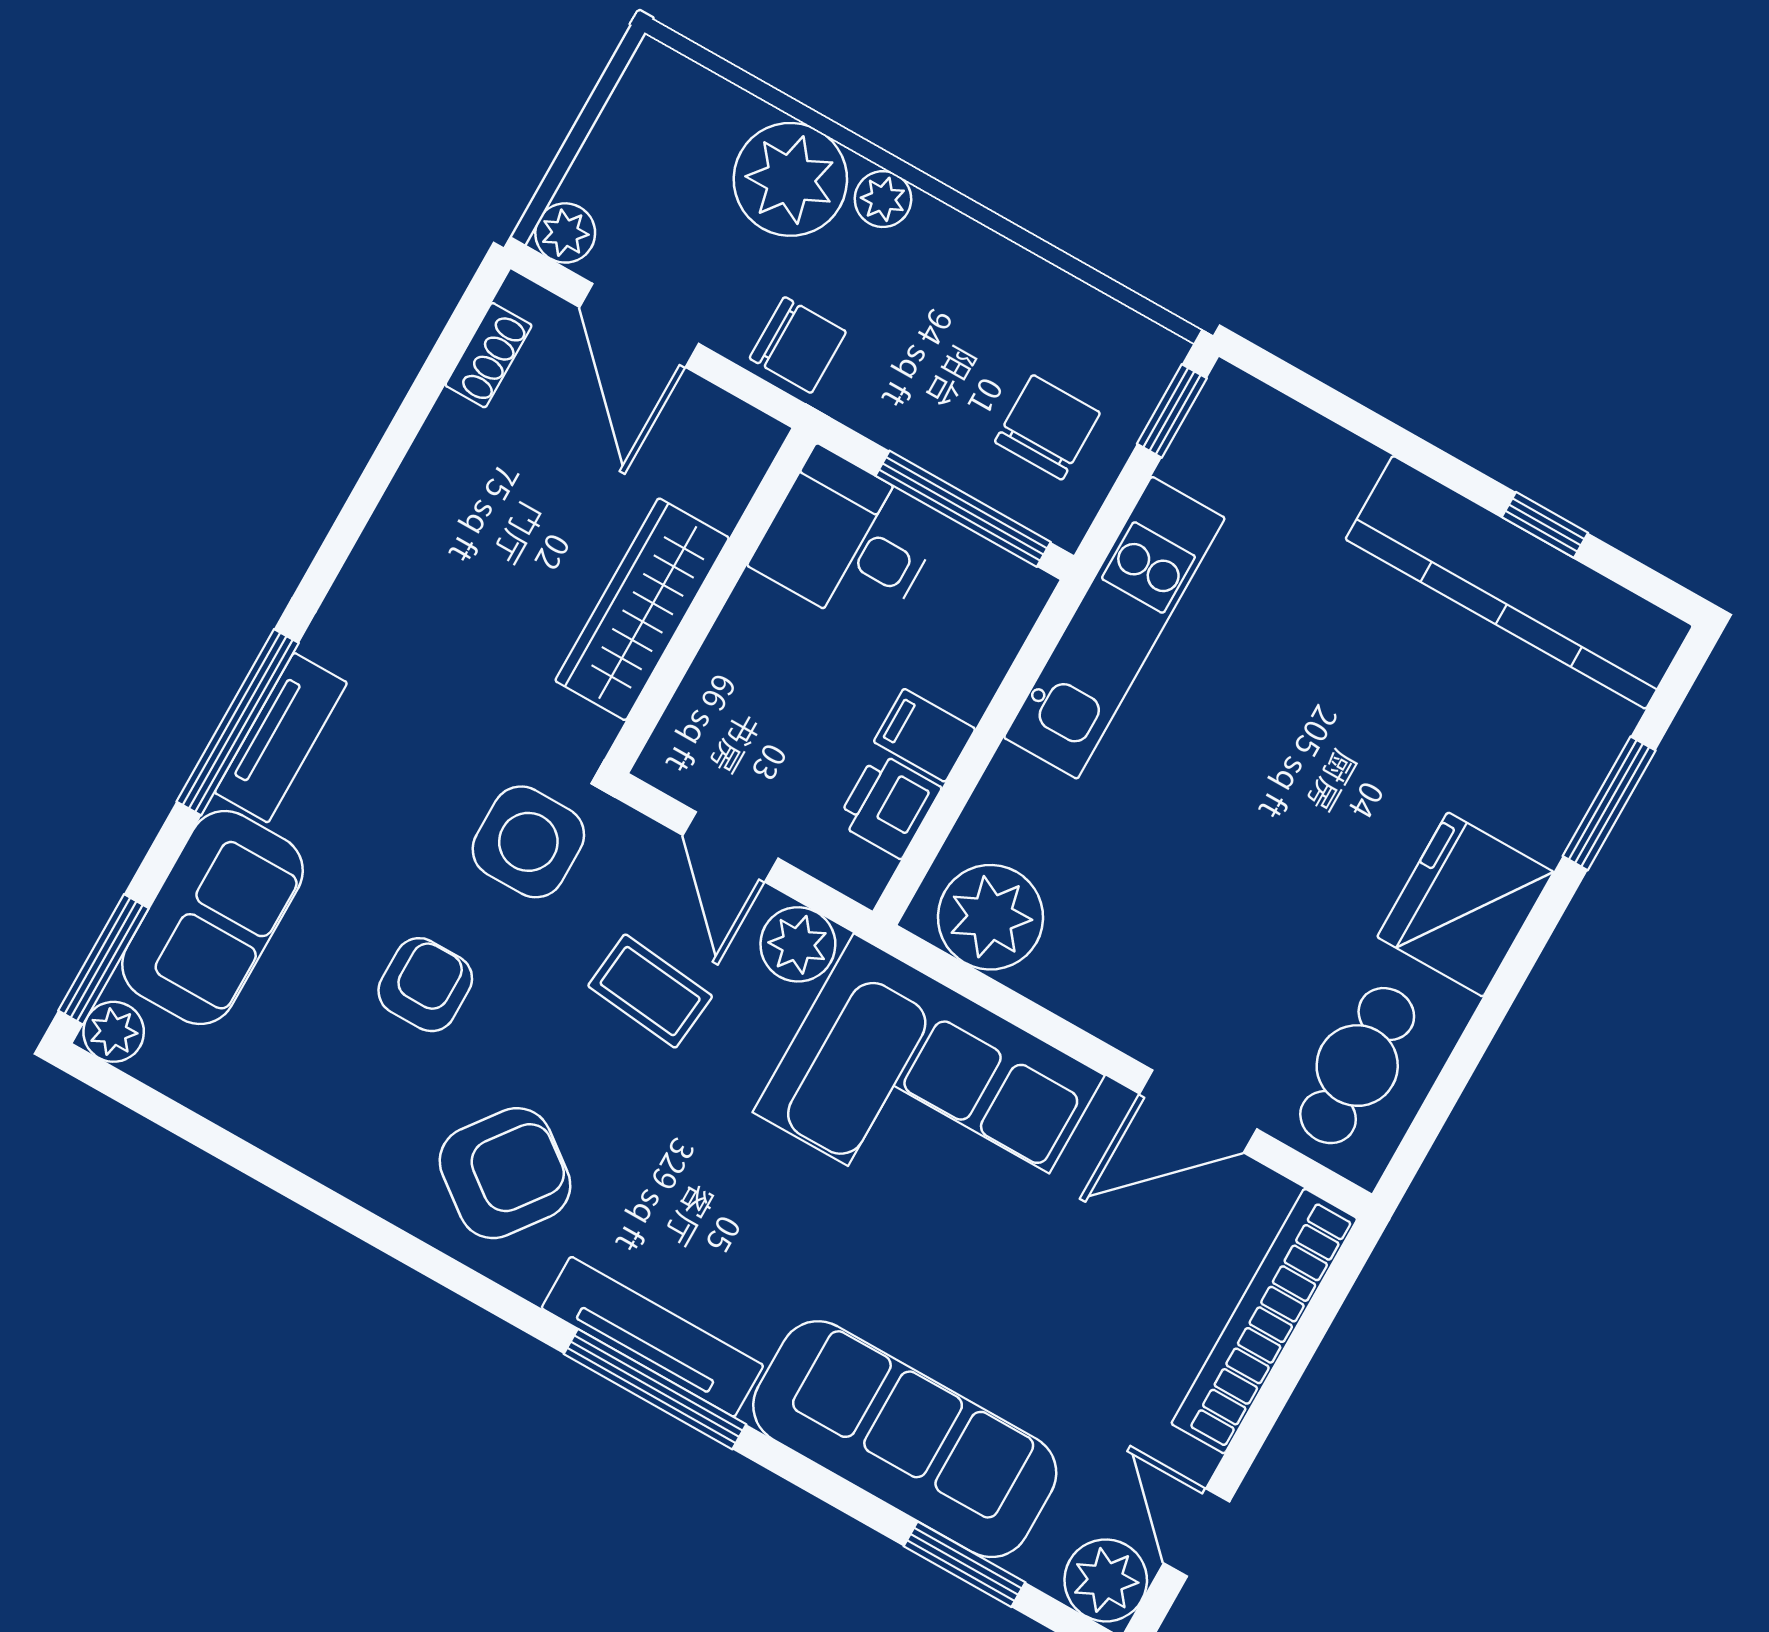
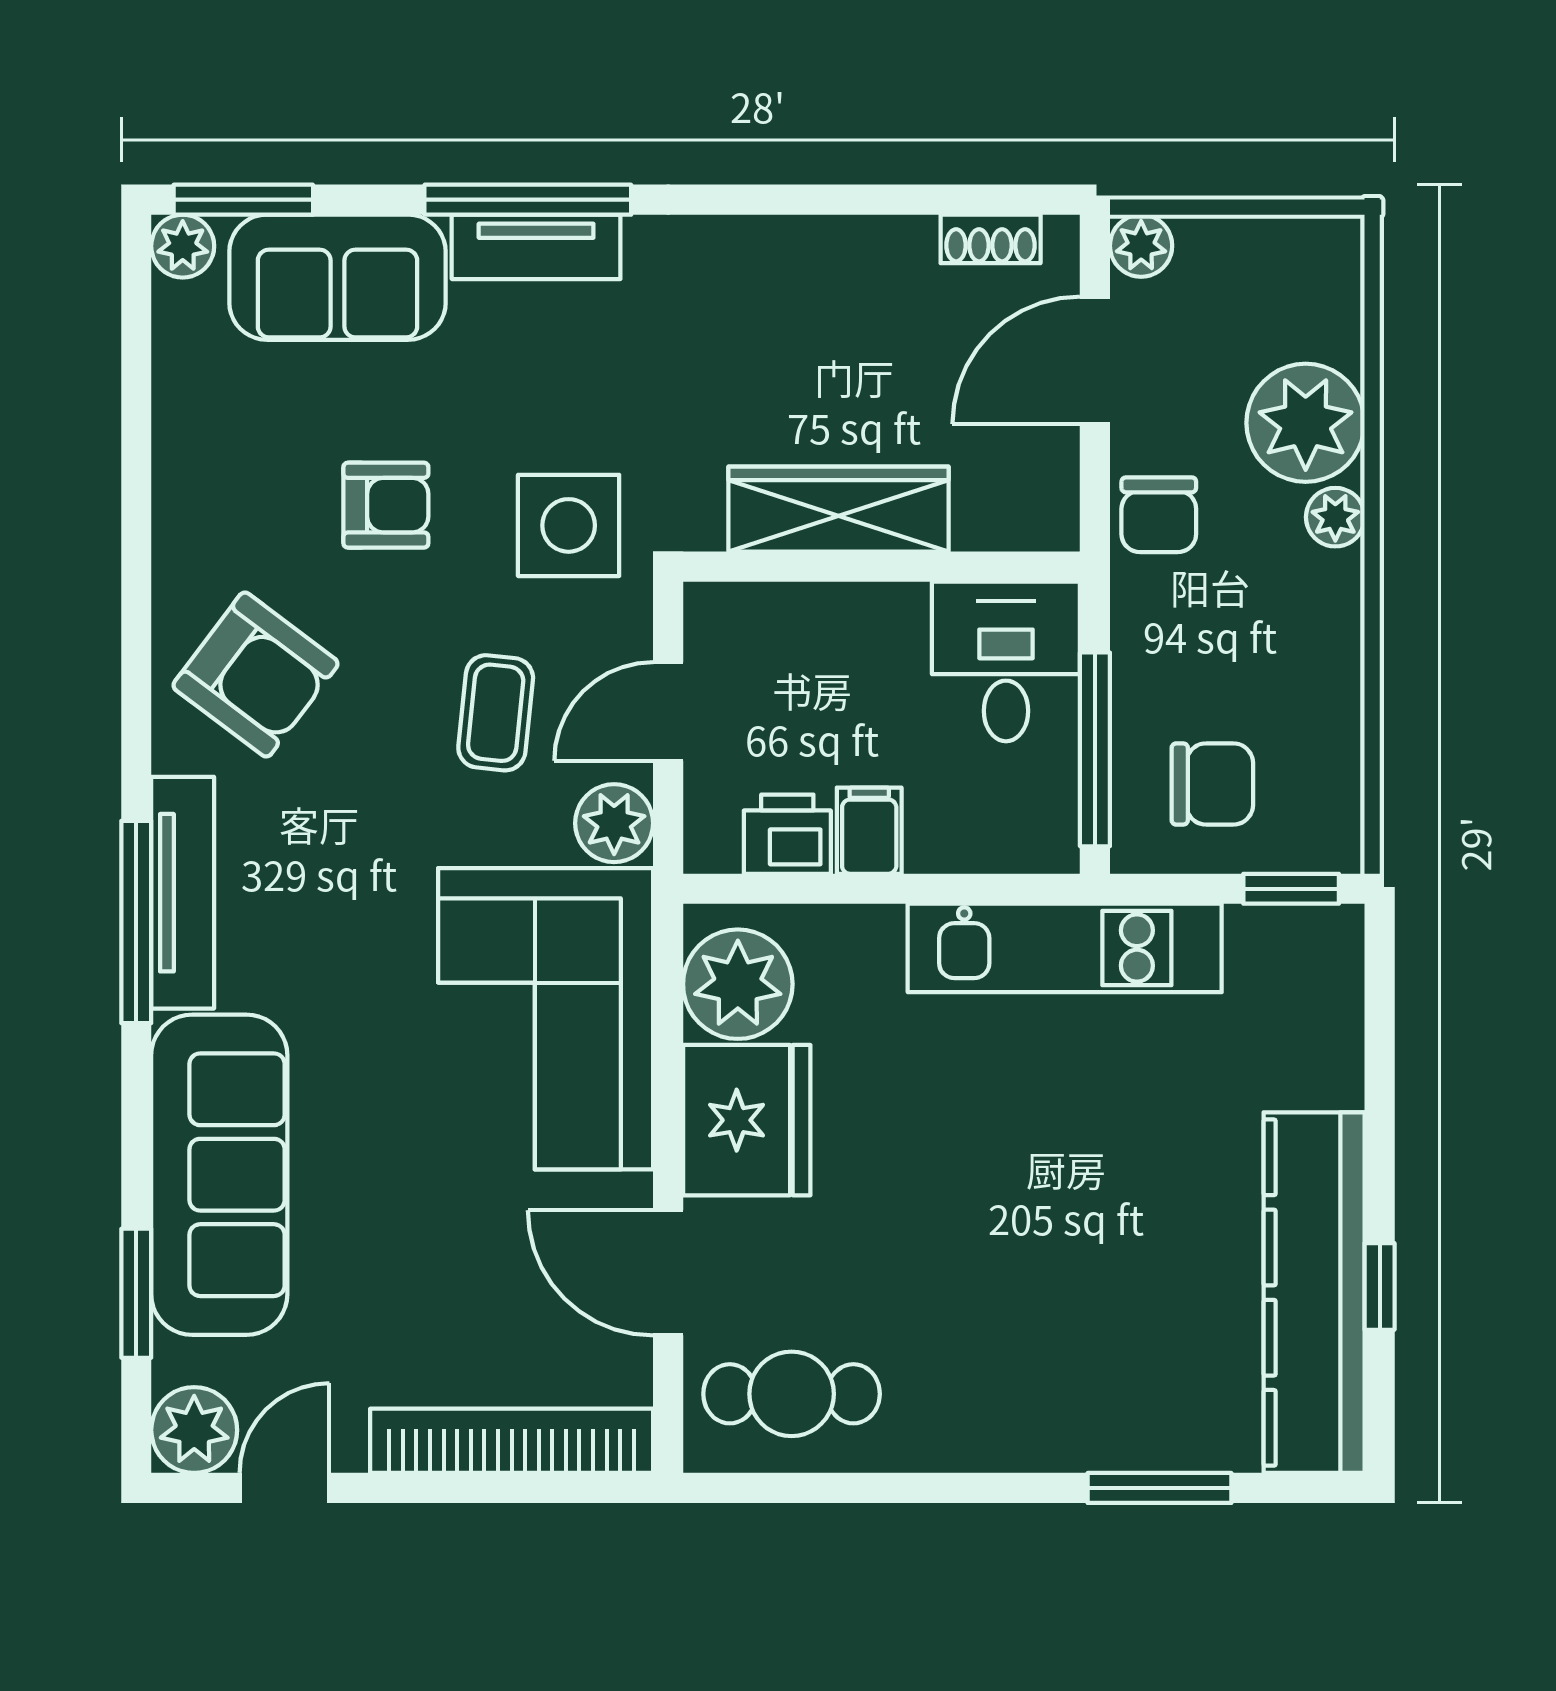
fridge: (1465, 904) -> (747, 1120), moved, turned 90

